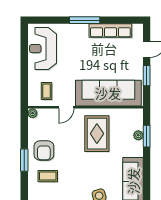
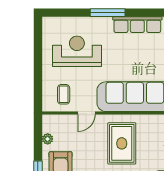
reception desk: (43, 49) -> (77, 51), moved, turned 90
plant: (33, 113) -> (48, 139), moved

